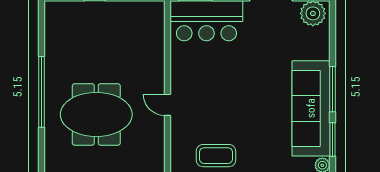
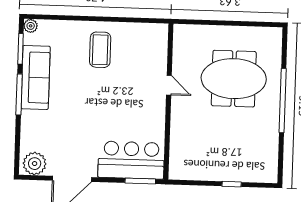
sofa: (311, 108) -> (36, 77), width x0.74, depth x0.79
coffee table: (216, 156) -> (100, 50), moved, turned 90

